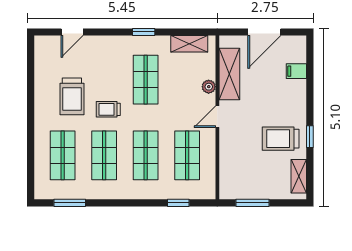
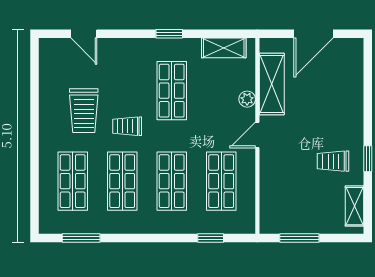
door: (72, 32) -> (84, 34), hinge flipped
filing cabinet: (296, 71) -> (352, 81), removed
trolley: (281, 139) -> (333, 161), width x0.73, depth x0.72

